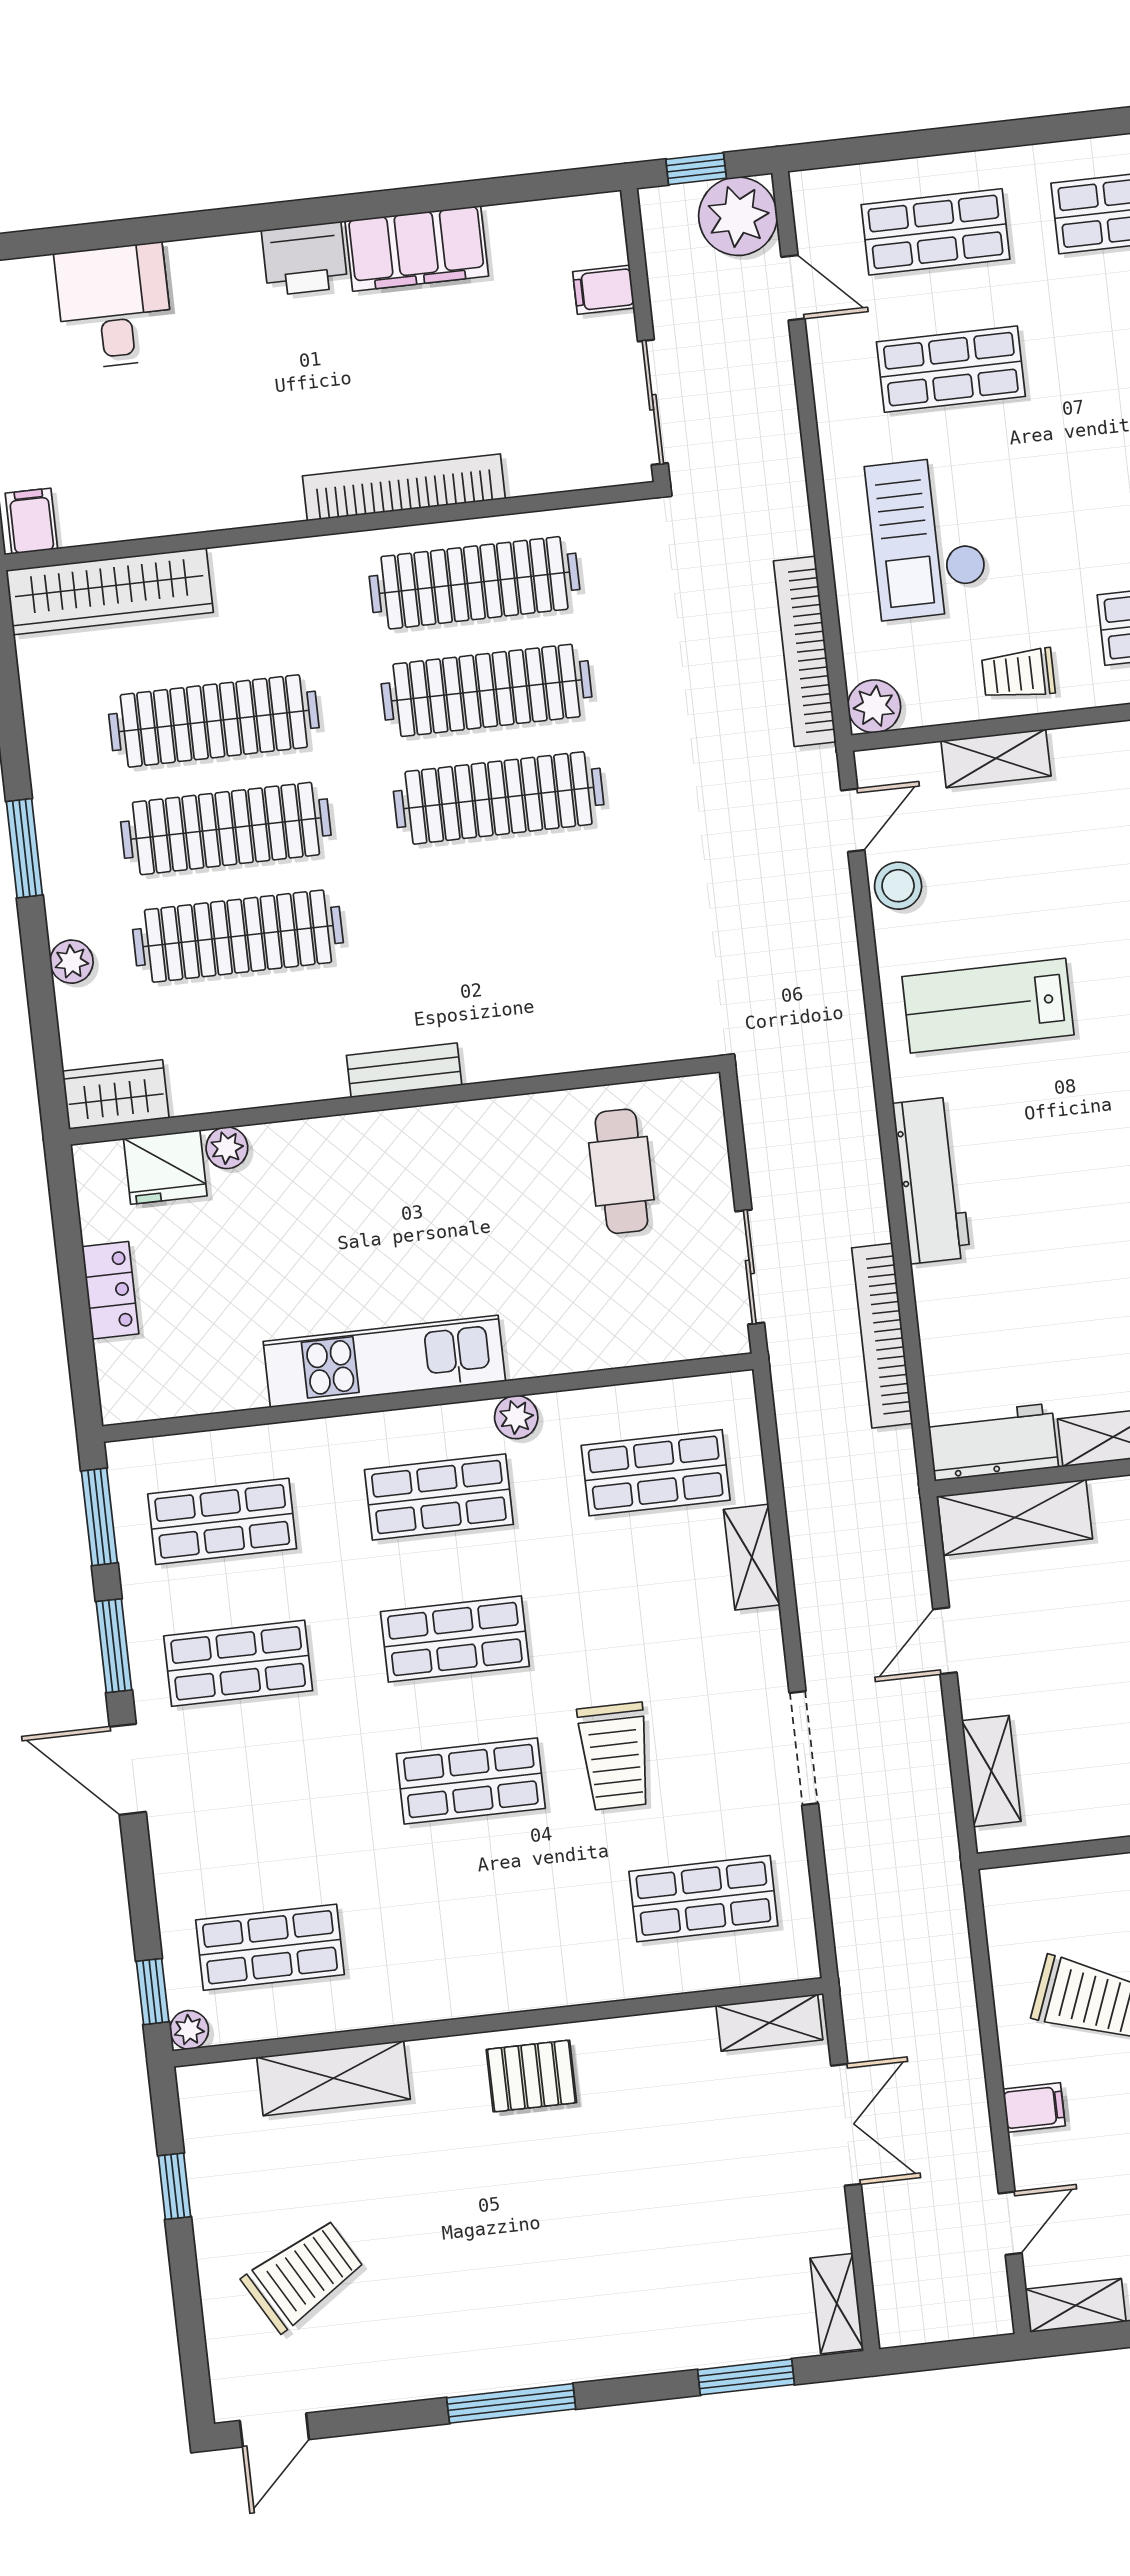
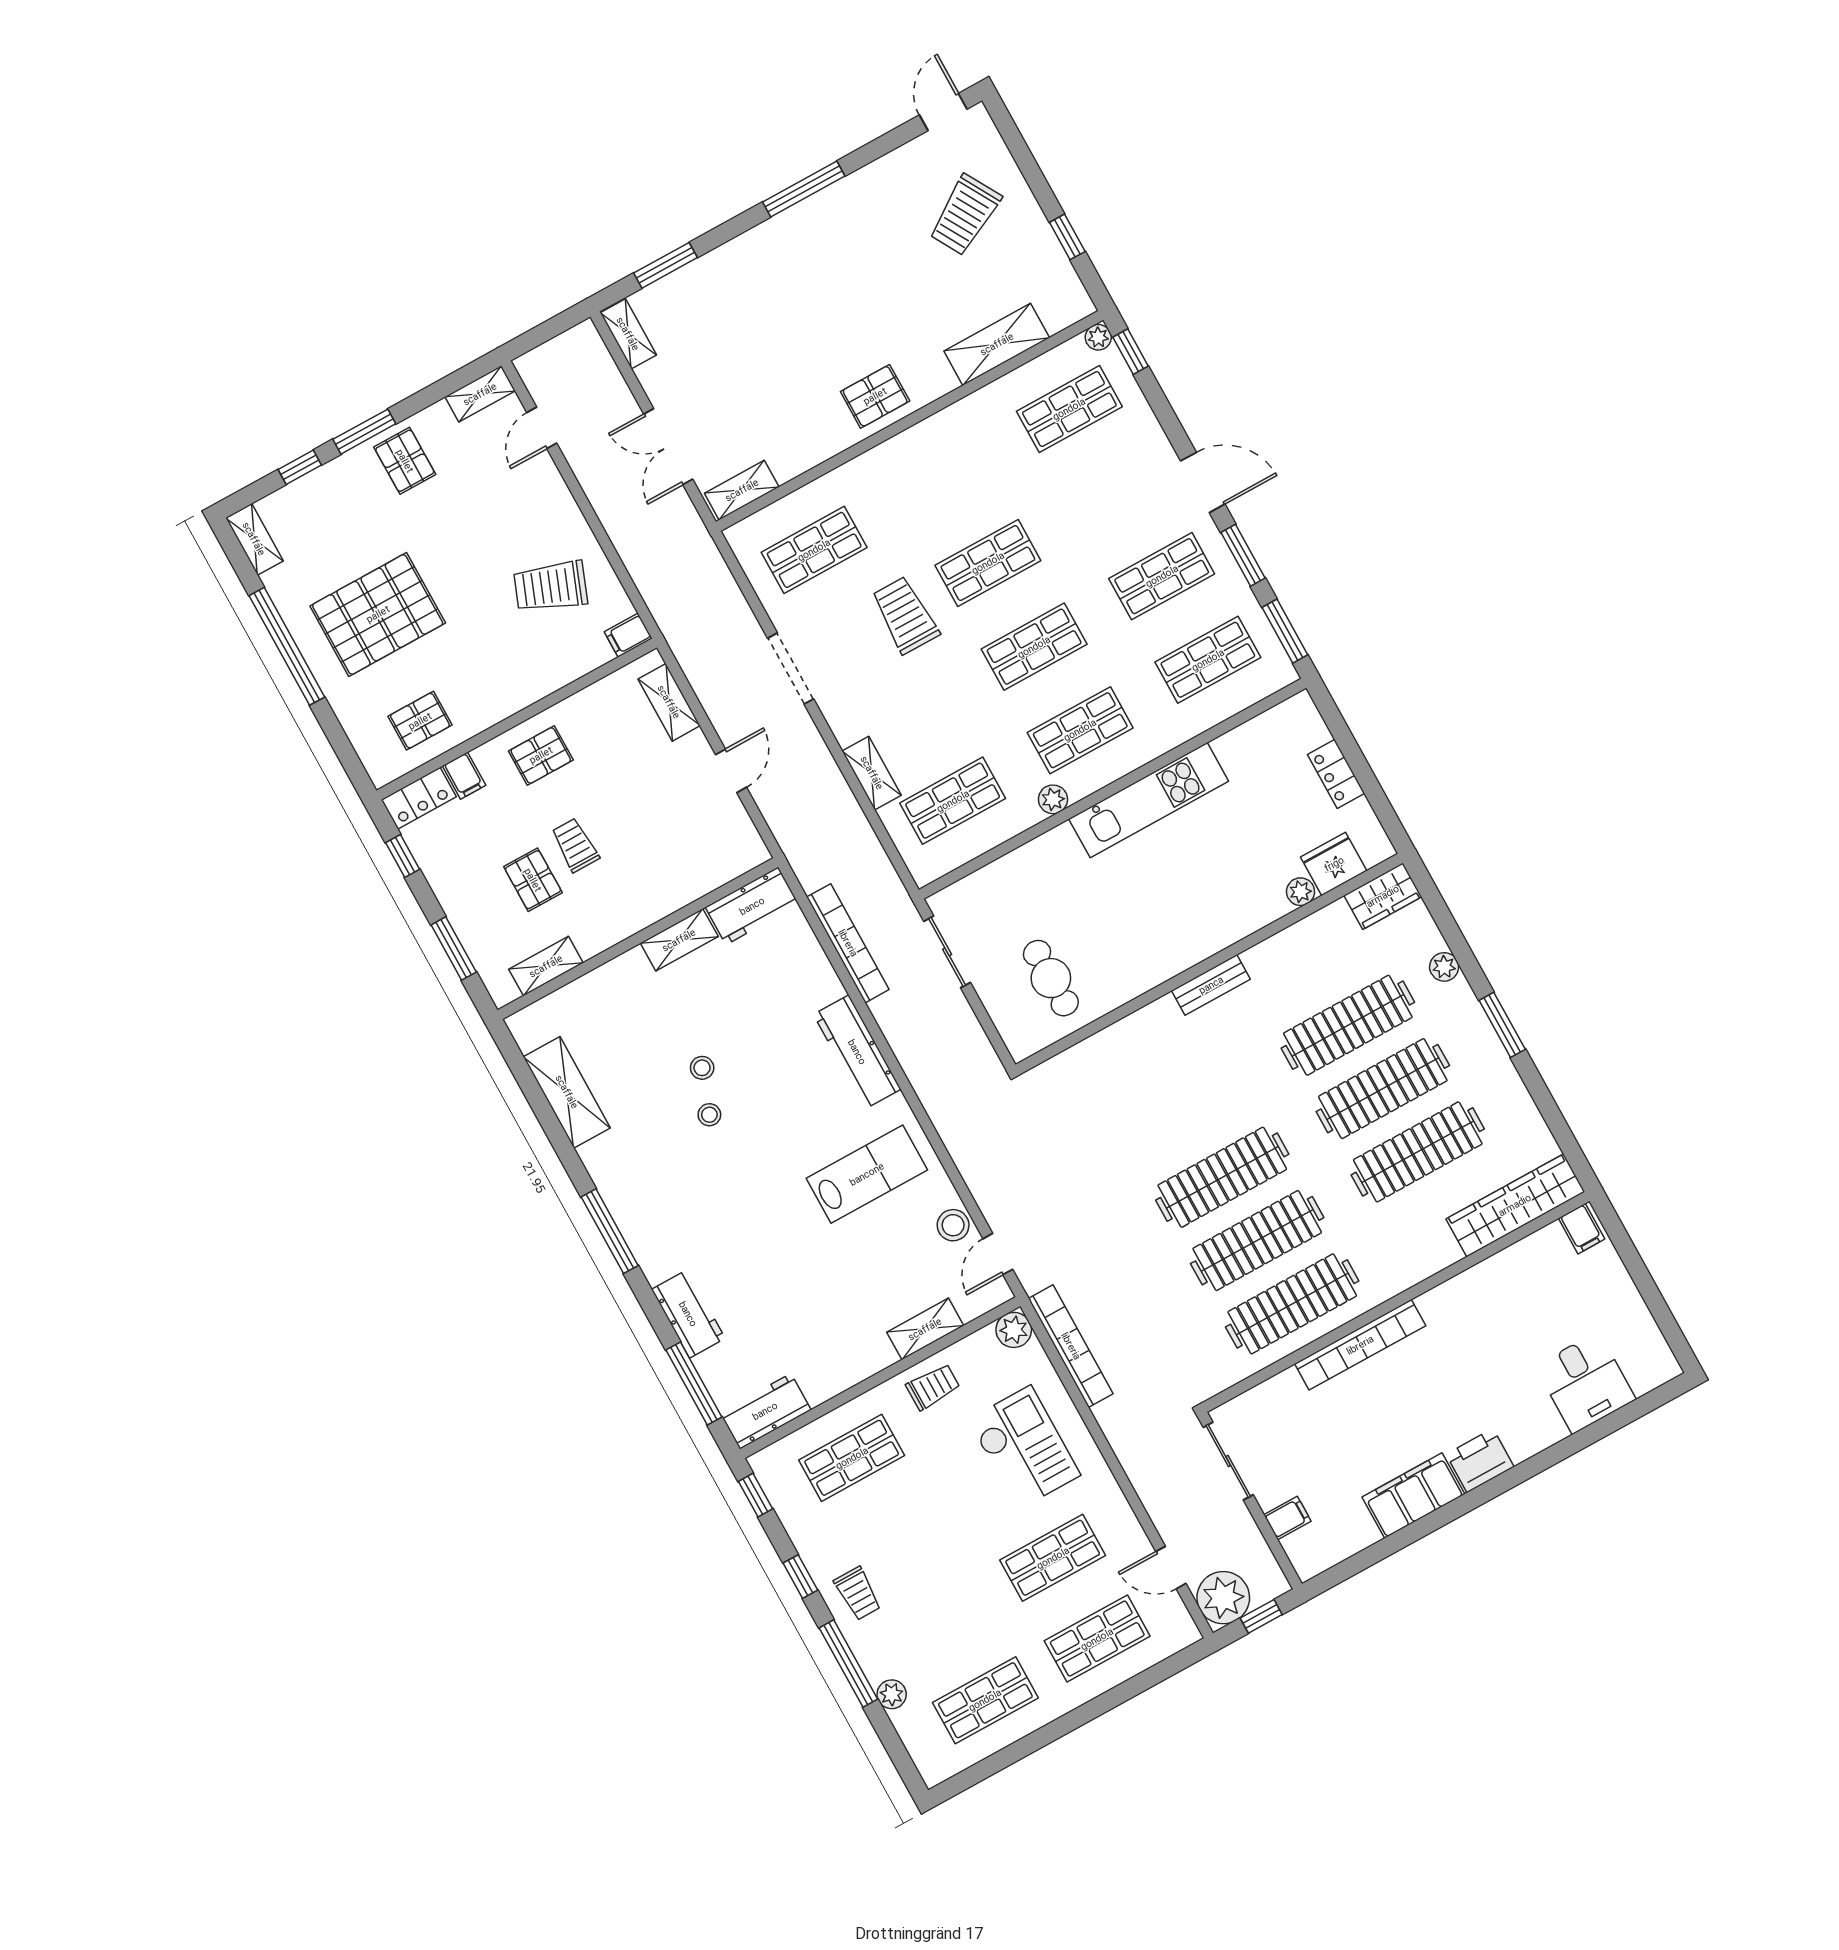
shelving: (1015, 1517) -> (719, 865), removed
filing cabinet: (1034, 2107) -> (628, 635), moved

